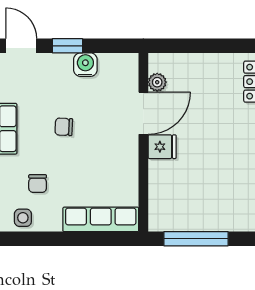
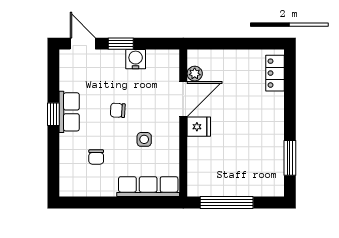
side table: (23, 218) -> (144, 139), moved

